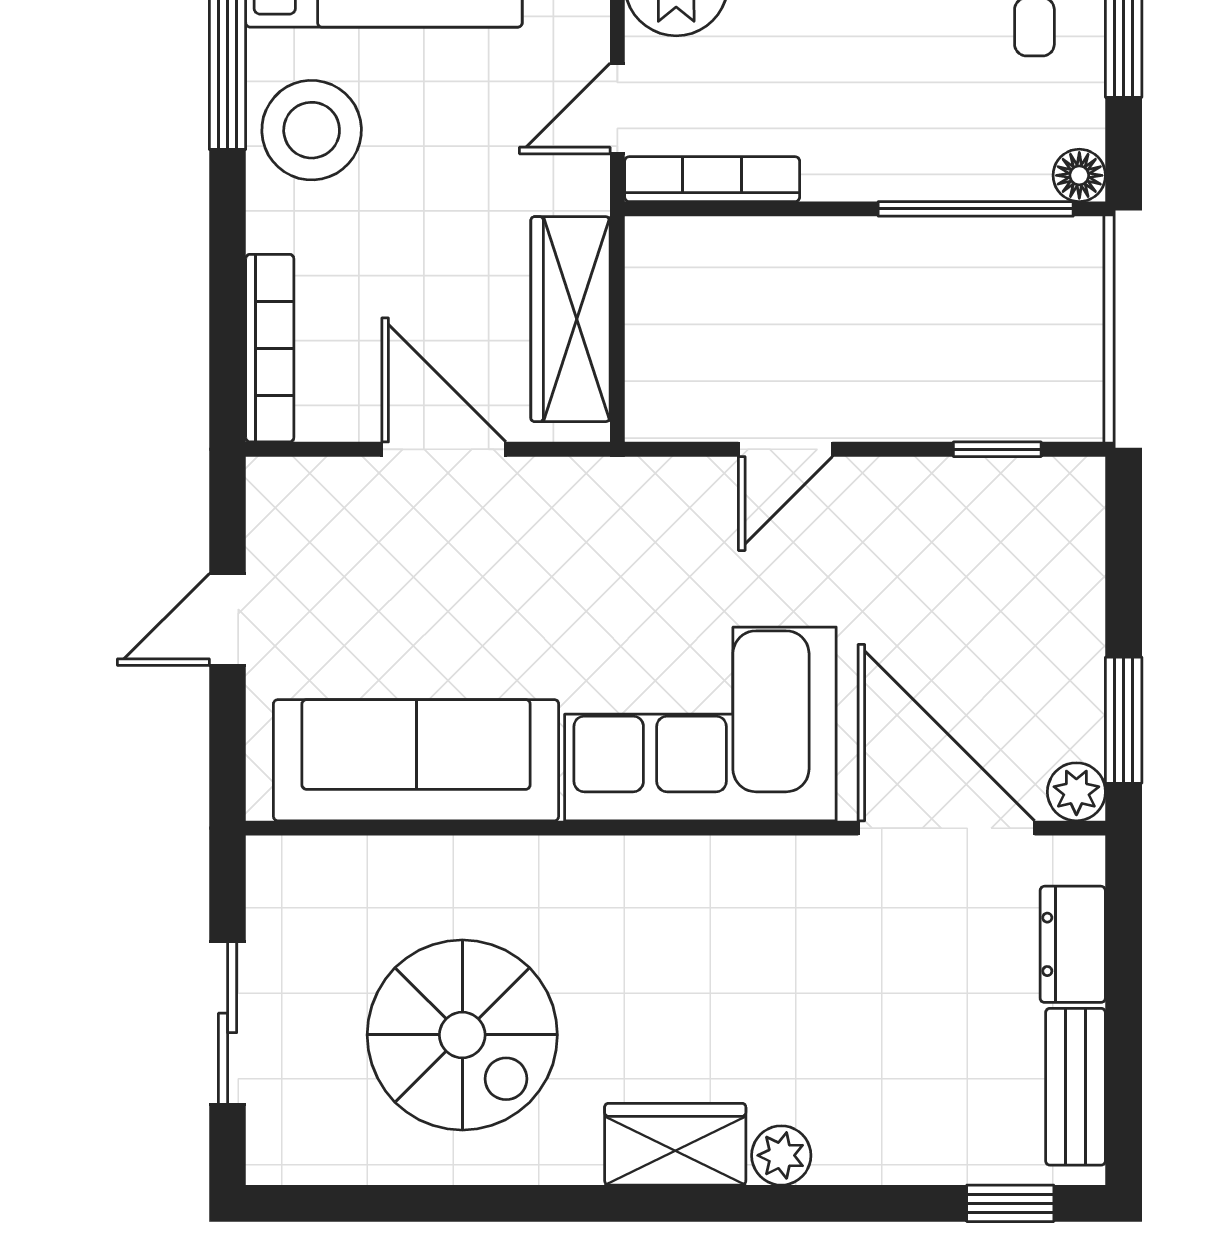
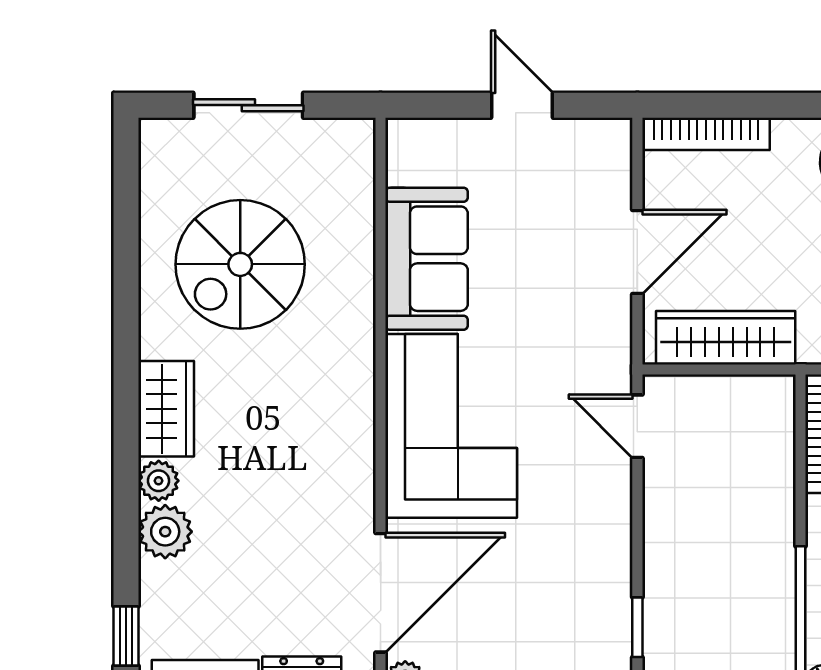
door: (785, 449) -> (637, 426), moved
sofa: (416, 760) -> (427, 259), width x0.73
plant: (856, 1146) -> (165, 532), added

